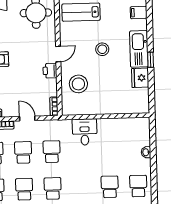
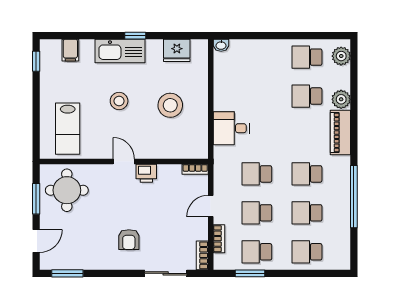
fridge: (140, 78) -> (177, 50), moved
stool: (78, 84) -> (170, 105), moved
washbasin: (146, 152) -> (221, 45), moved

